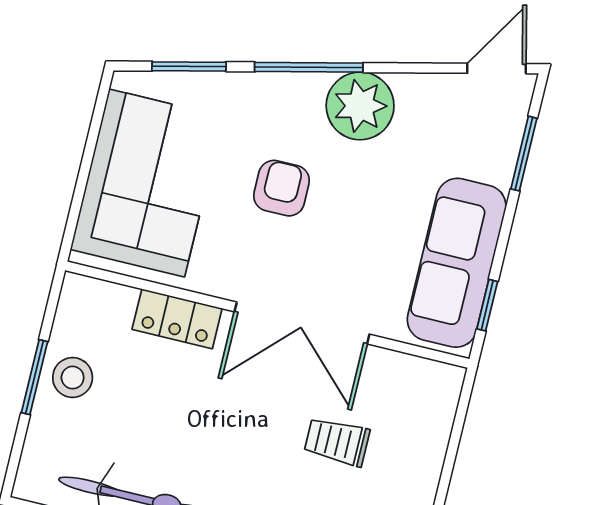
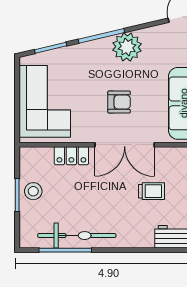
armchair: (282, 188) -> (119, 102), moved, turned 90
trolley: (337, 442) -> (152, 191), turned 180

